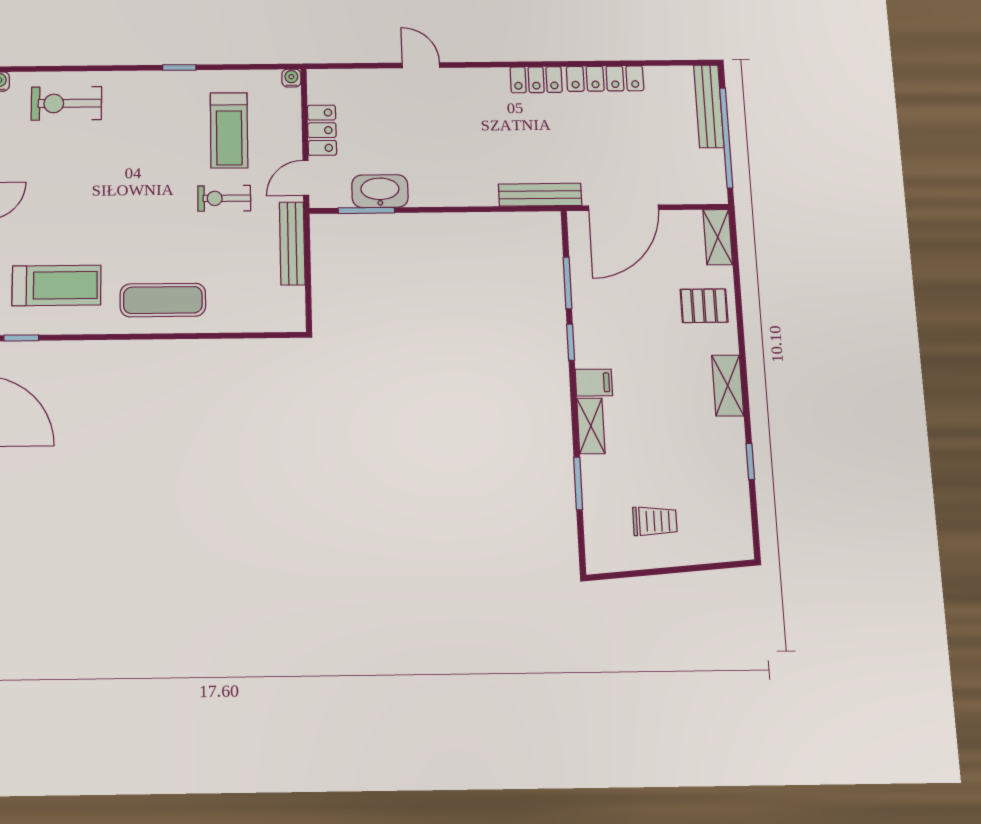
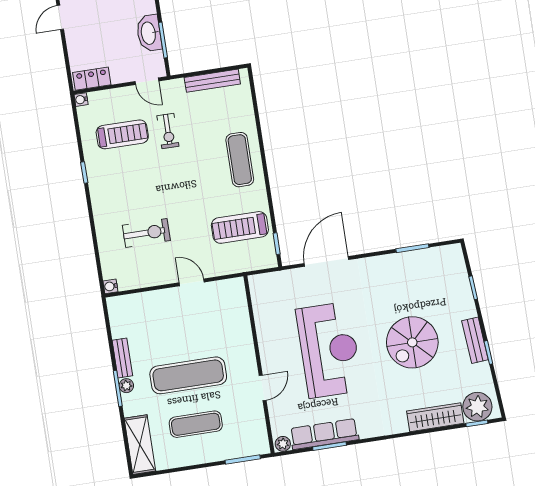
exercise bike: (66, 103) -> (146, 233), moved, turned -90
locker: (322, 130) -> (92, 79), moved
bench: (292, 243) -> (212, 81), moved
treadmill: (56, 285) -> (240, 227), turned -90

